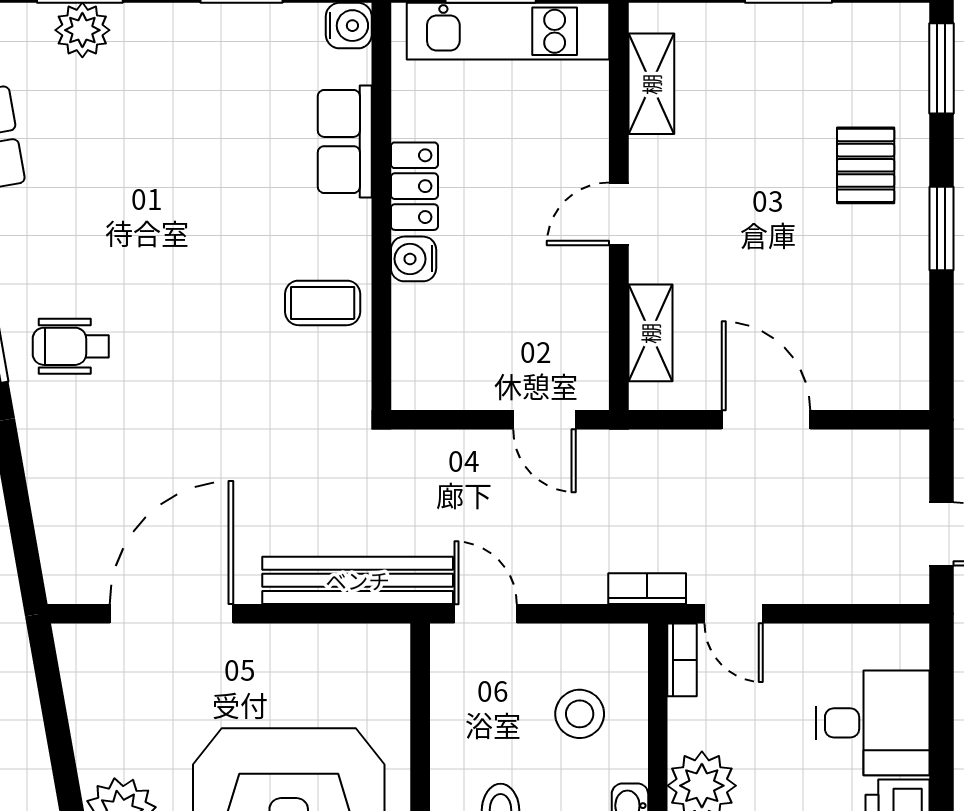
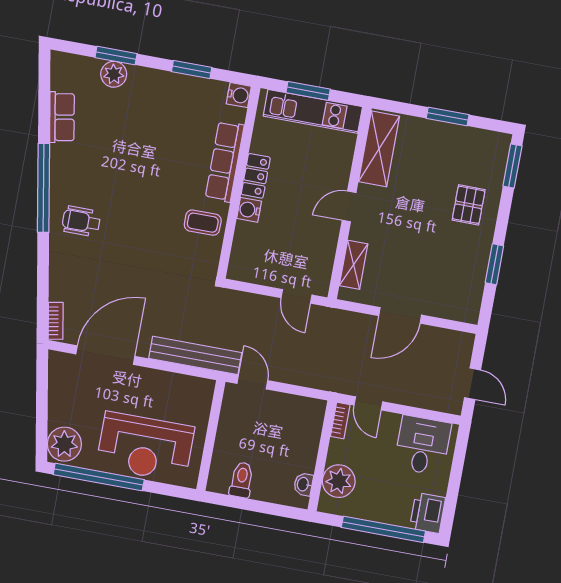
shelving: (651, 84) -> (379, 149), width x1.50, depth x1.33
row of seats: (345, 142) -> (225, 162), width x1.48
window: (941, 228) -> (494, 264), moved
door: (766, 420) -> (400, 315), swing flipped
bookcase: (647, 589) -> (56, 321), moved, turned 80
stool: (580, 714) -> (288, 437), removed
desk: (873, 723) -> (423, 445), moved, turned -90

